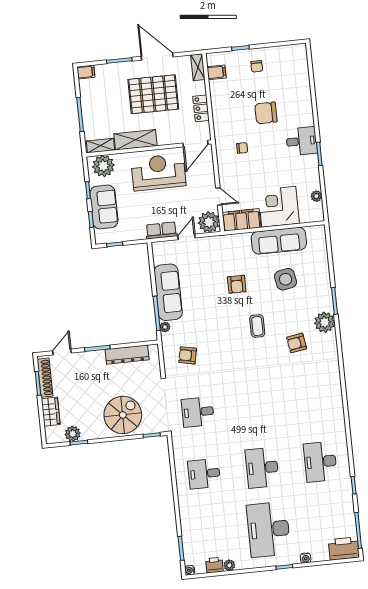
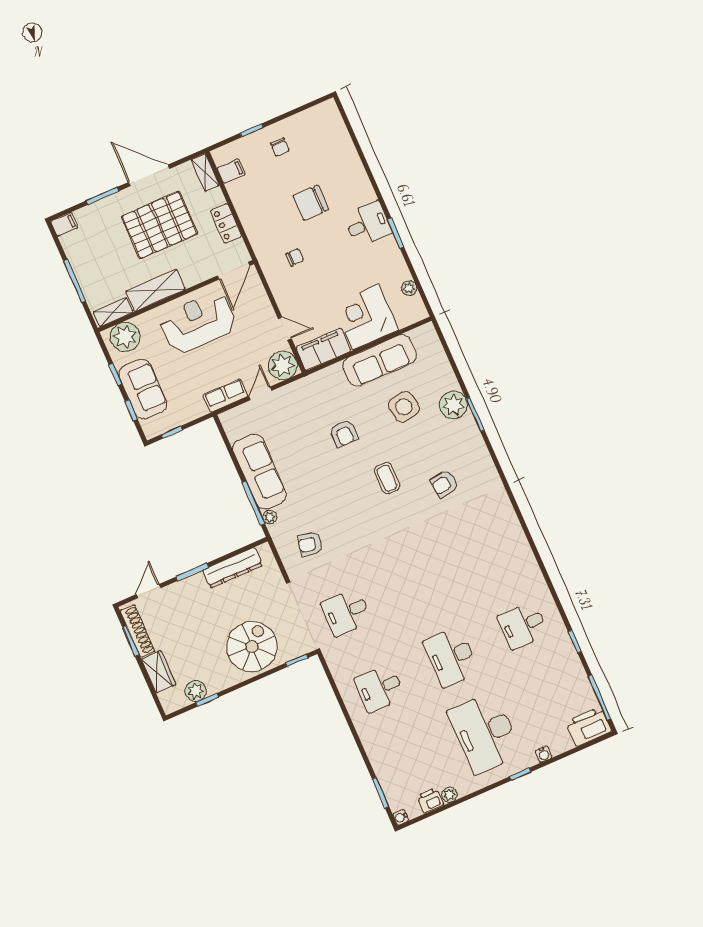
plant: (325, 322) -> (453, 405), moved
desk: (320, 462) -> (523, 625), width x0.73

